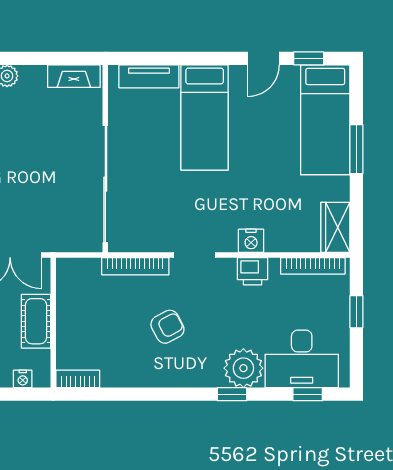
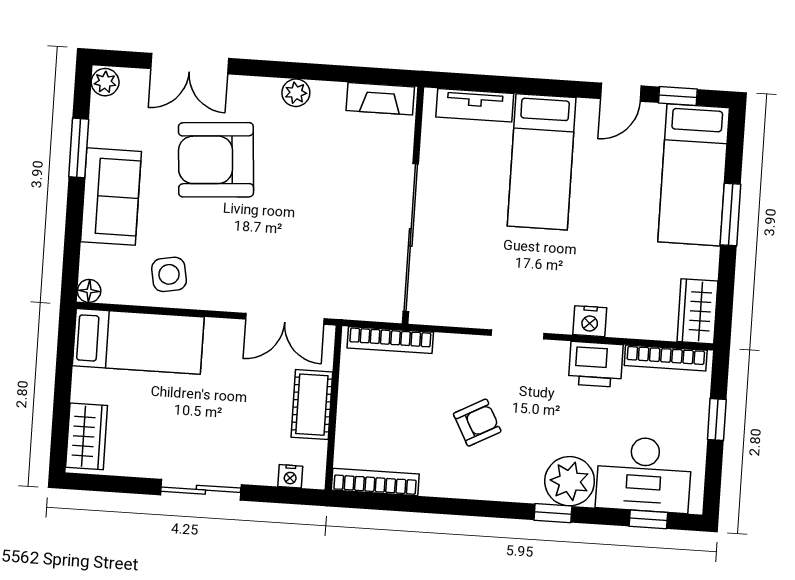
bookcase: (135, 266) -> (390, 340), moved
printer: (252, 271) -> (596, 364), width x1.36, depth x1.24
bookcase: (78, 379) -> (375, 482), width x1.56

